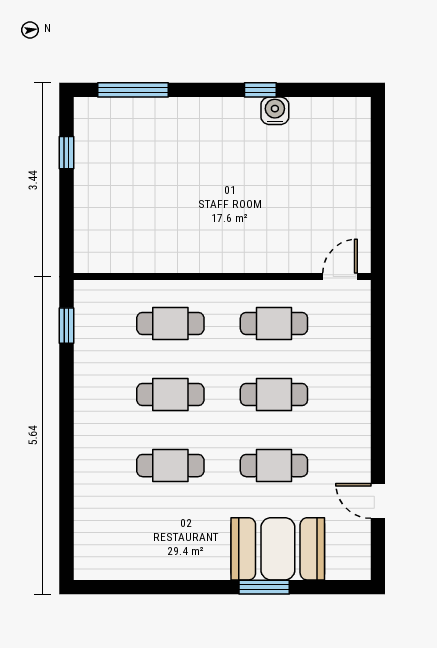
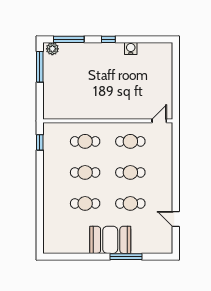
window: (260, 90) -> (108, 39), moved
plant: (96, 111) -> (52, 49), added
window: (66, 153) -> (40, 67), width x2.17
booth: (278, 549) -> (110, 240), moved
window: (264, 587) -> (126, 257), width x1.44

